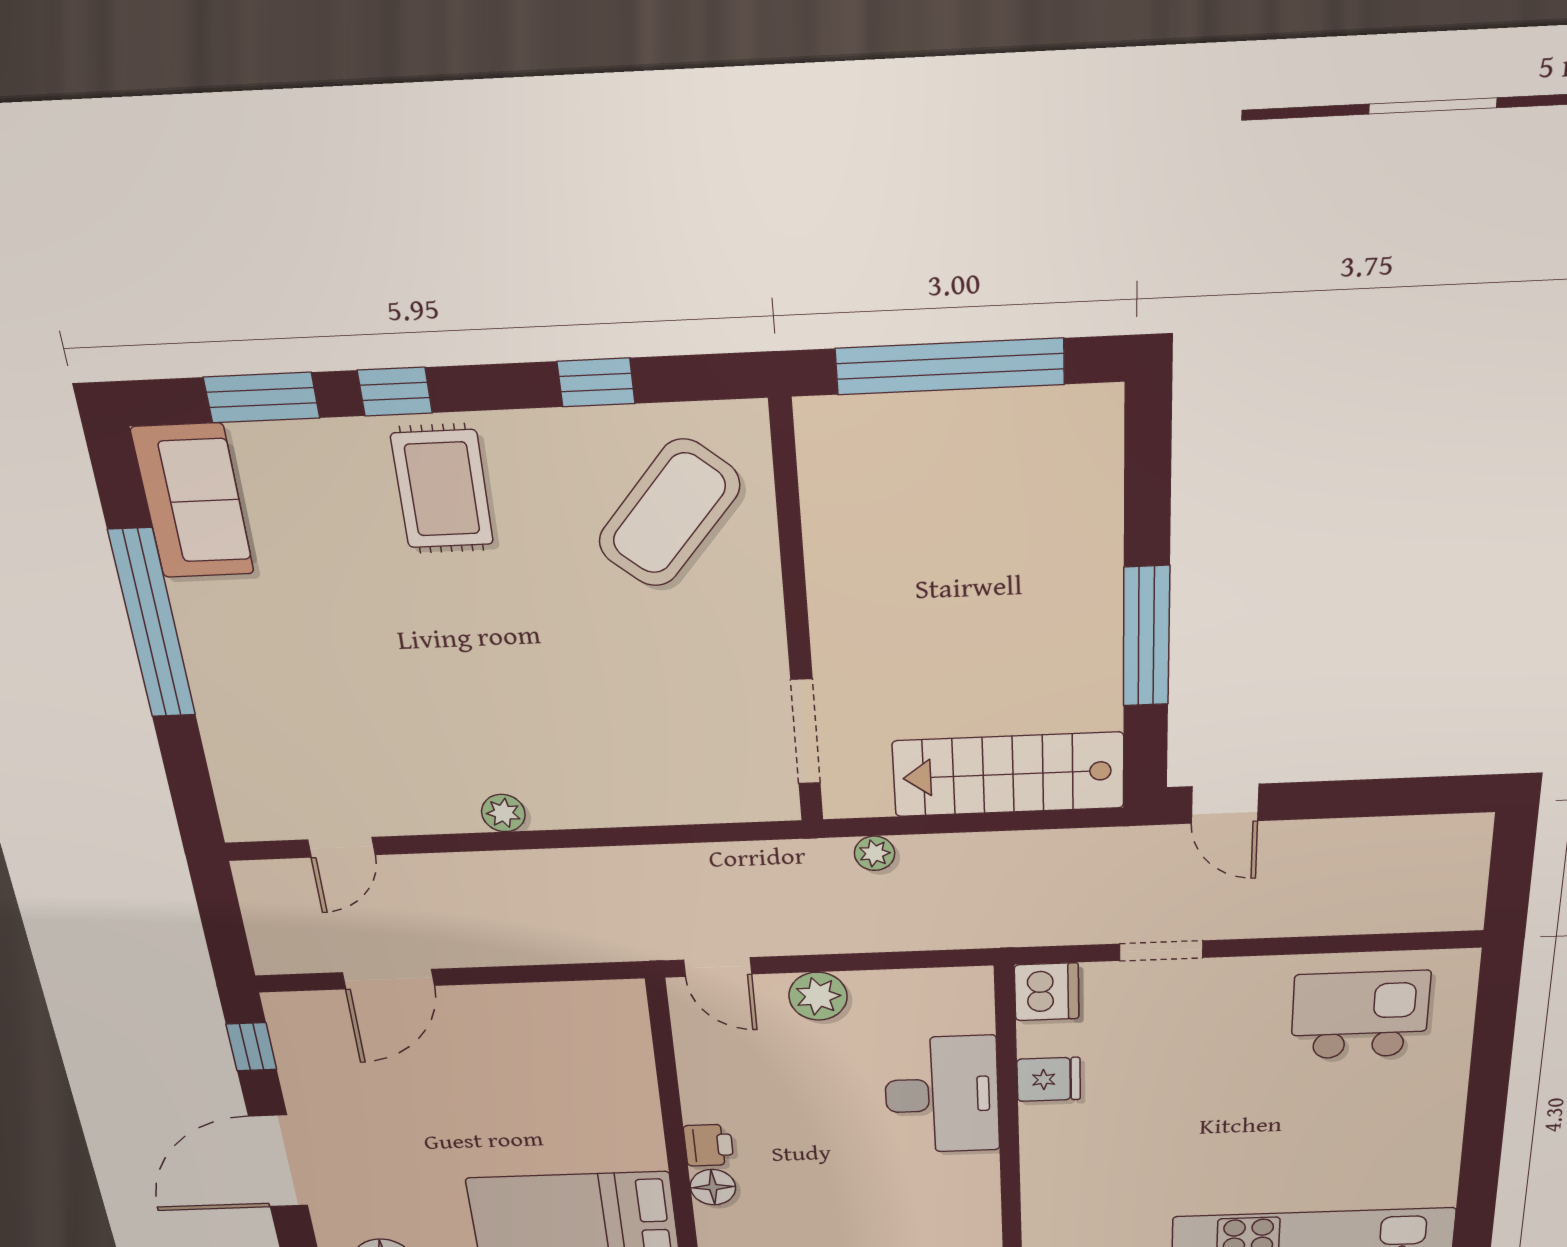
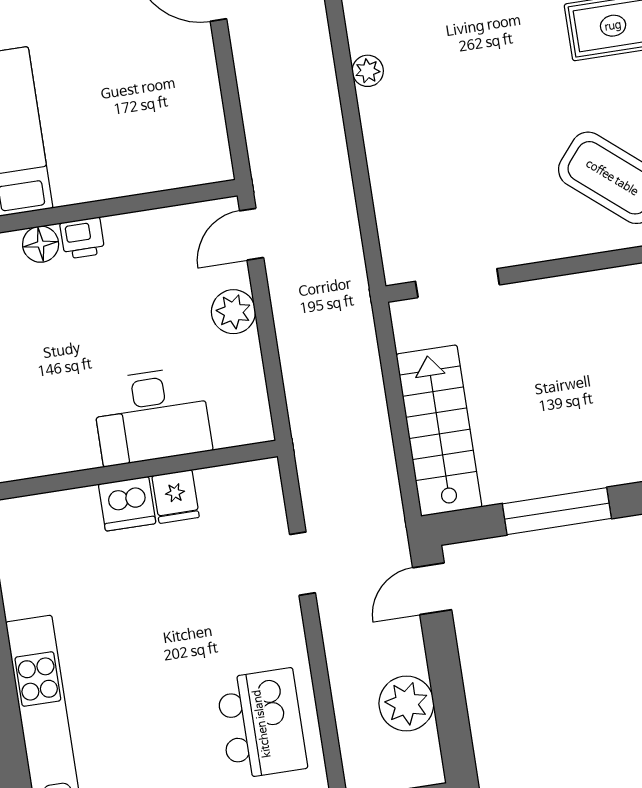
plant: (875, 853) -> (406, 703), moved, width x1.88, depth x1.88
dishwasher: (1047, 992) -> (127, 504), moved

